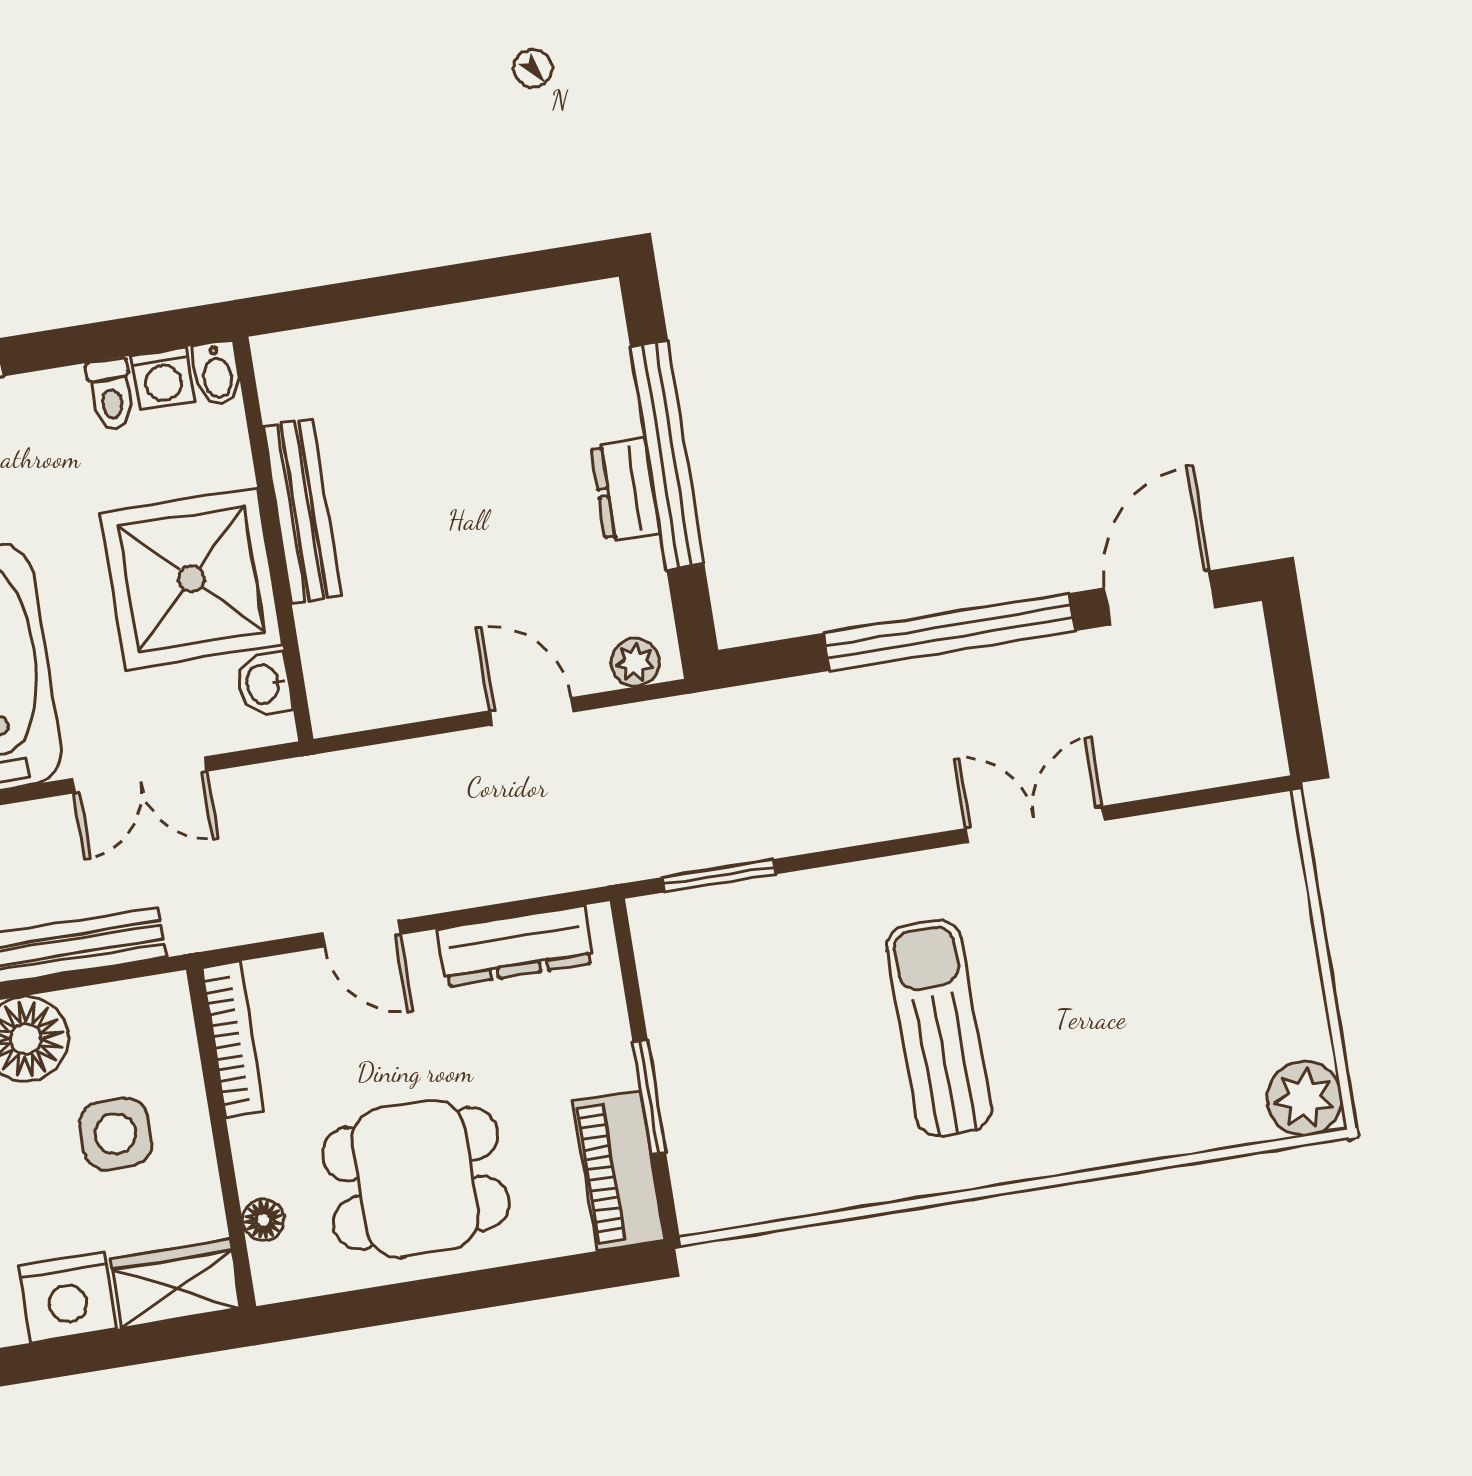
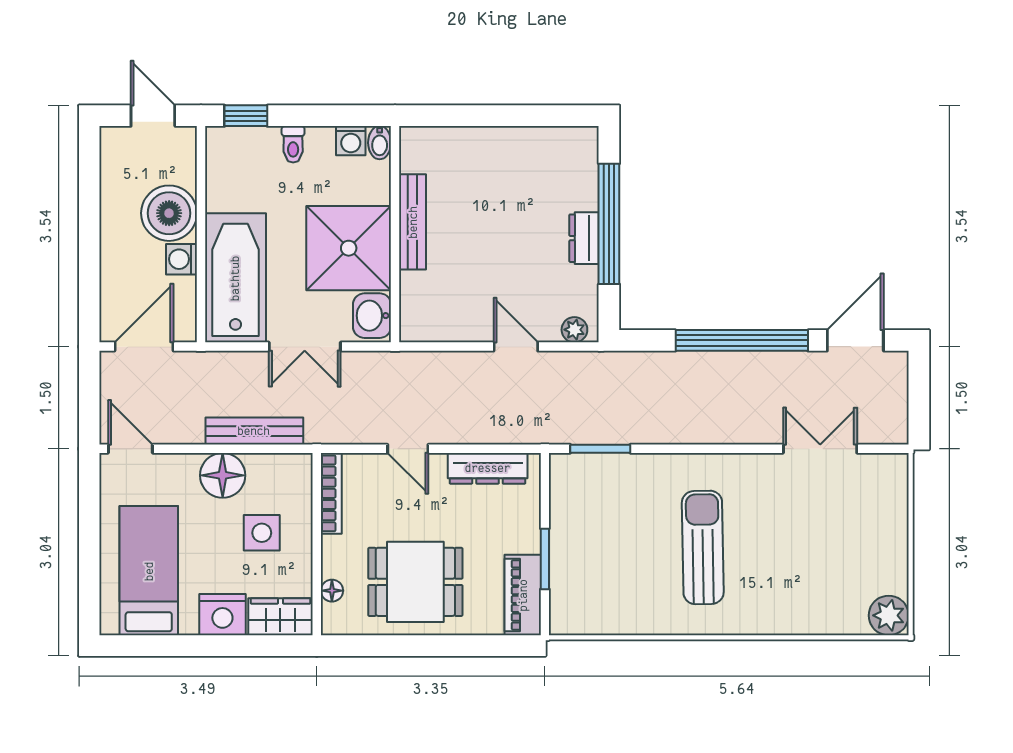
toilet: (111, 394) -> (293, 144), moved
washbasin: (264, 684) -> (372, 316), width x1.38, depth x1.45
double door: (1035, 825) -> (820, 449), moved

